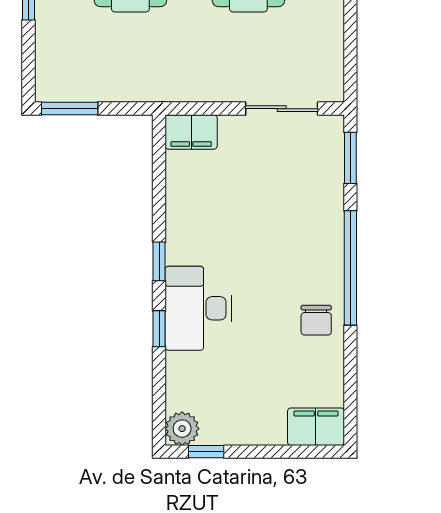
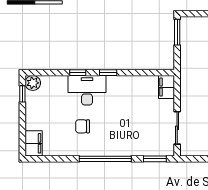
chair: (316, 320) -> (83, 126), moved

